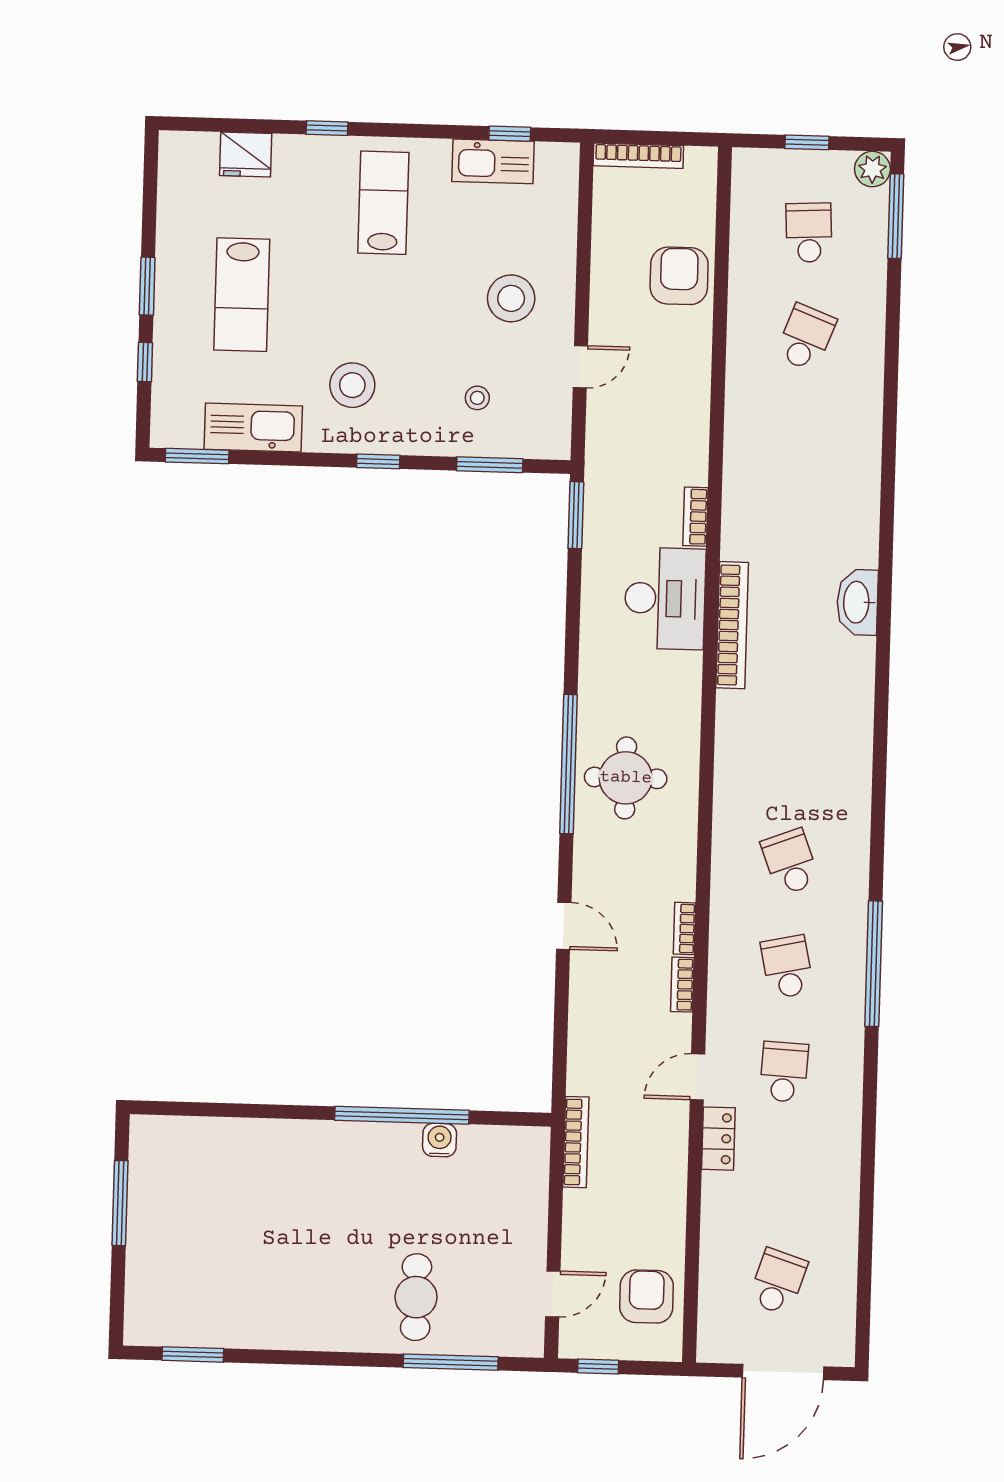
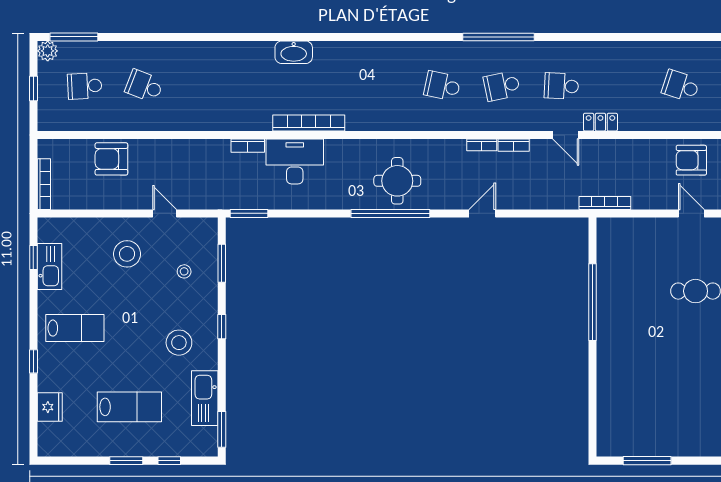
lab bench: (383, 203) -> (75, 328), turned 180
school desk: (790, 862) -> (442, 86), turned 33
water cooler: (440, 1140) -> (606, 280), removed

